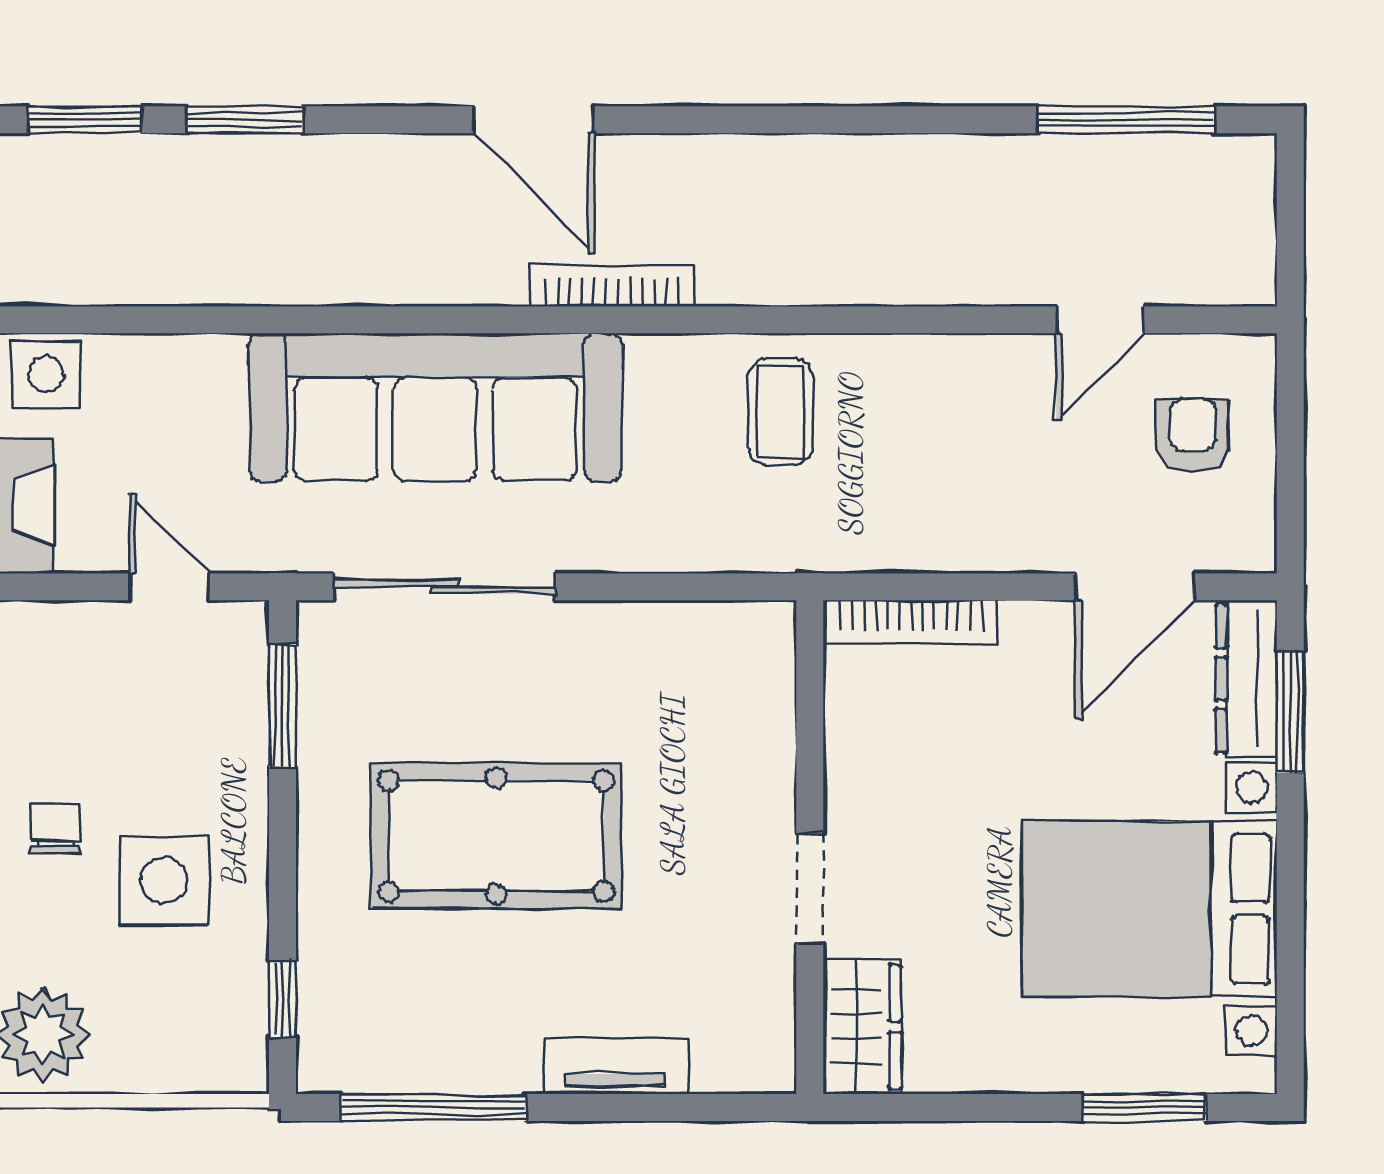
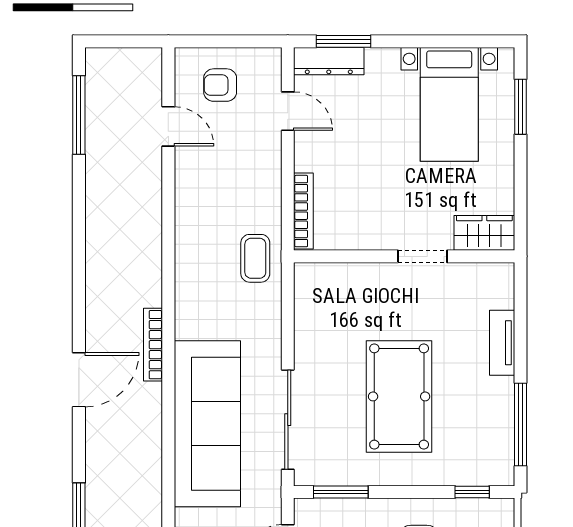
coffee table: (780, 411) -> (255, 258), moved, turned 90
door: (1135, 587) -> (288, 111), width x0.73
bed with nightstands: (1150, 909) -> (449, 104), width x0.73

